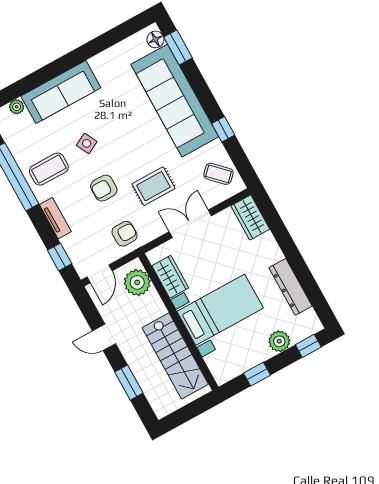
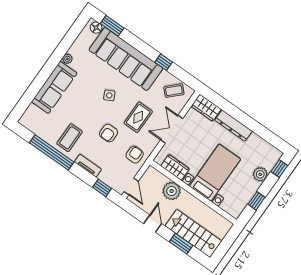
plant: (17, 107) -> (67, 59), moved
side table: (87, 143) -> (109, 95), moved
plant: (137, 282) -> (172, 191), moved
dresser: (291, 287) -> (234, 126), moved
door: (104, 337) -> (153, 224), swing flipped
stairs: (175, 356) -> (193, 233), moved, turned 180

